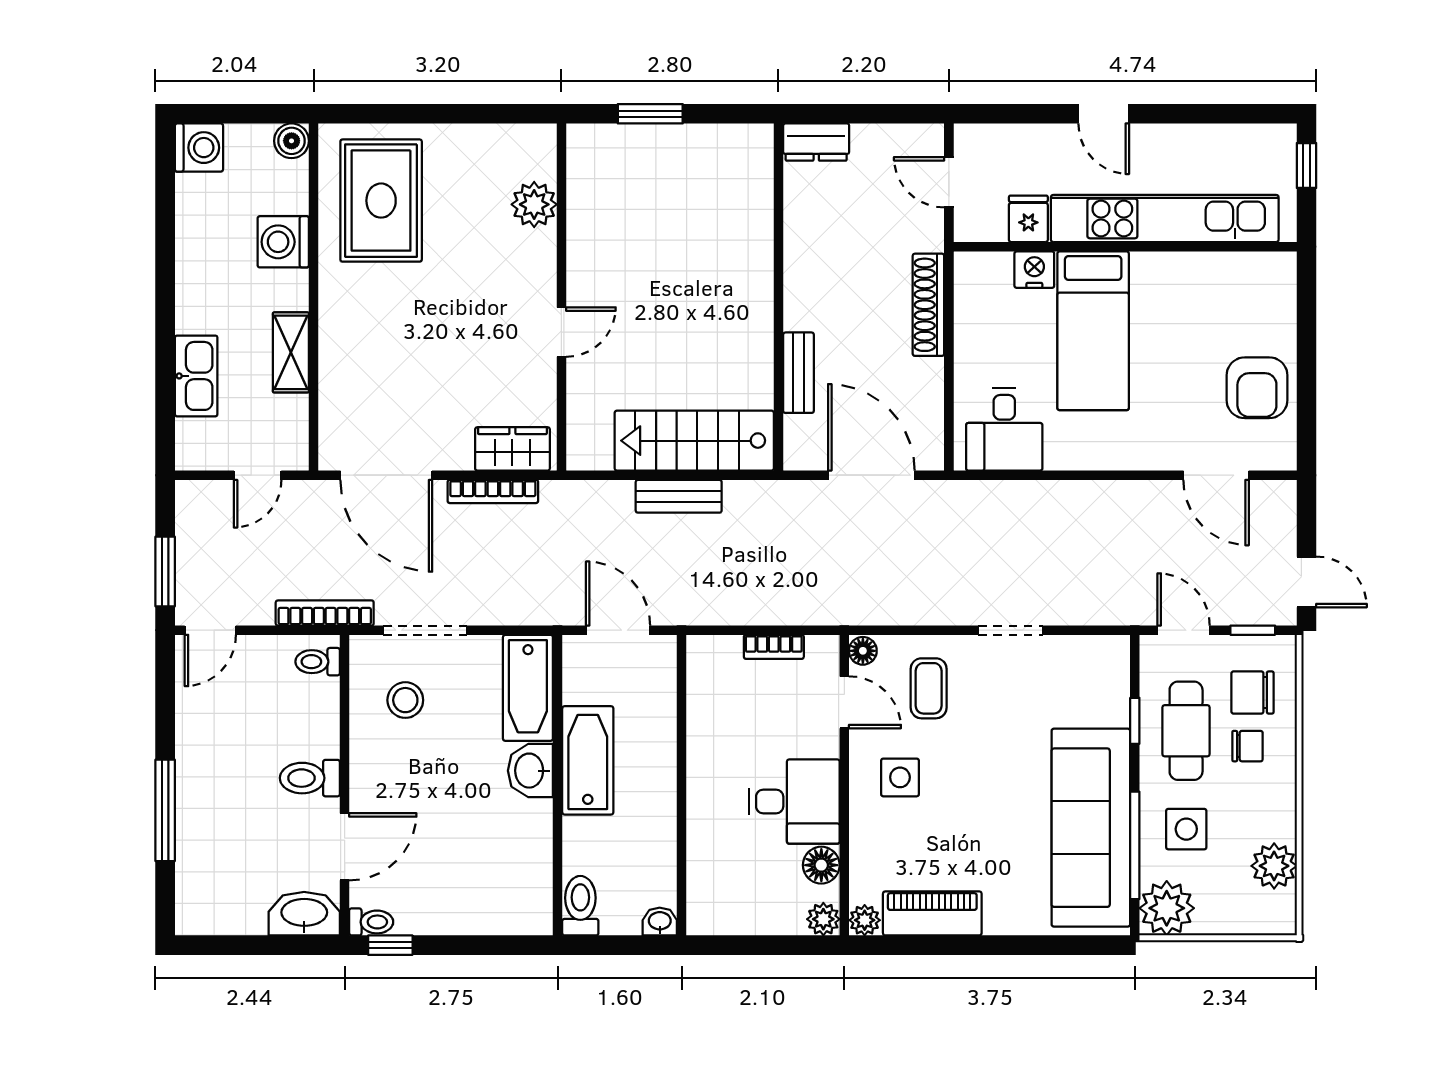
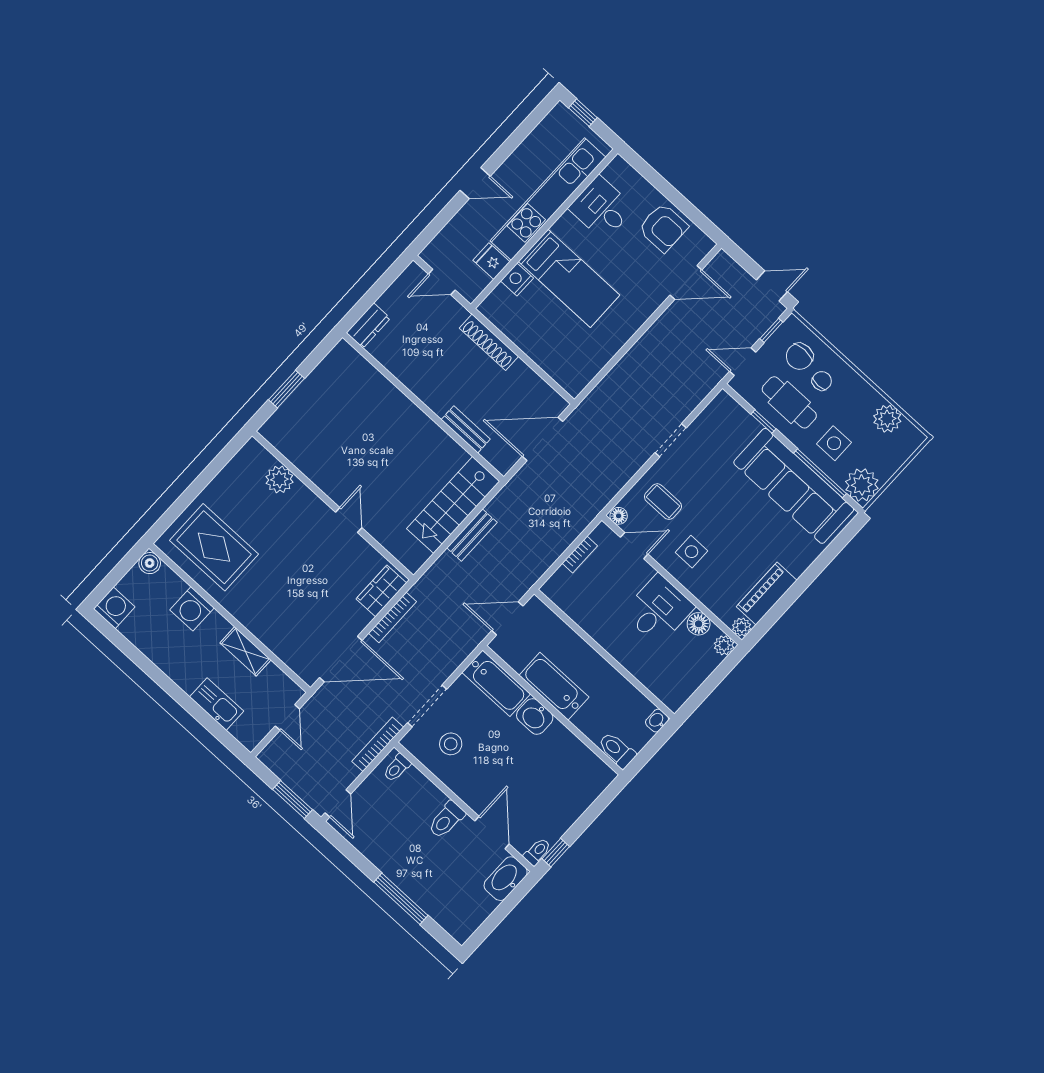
desk: (1004, 429) -> (601, 208), moved, turned 180

